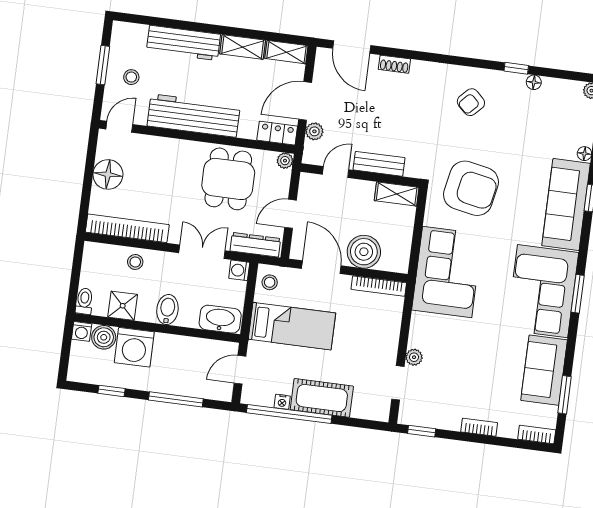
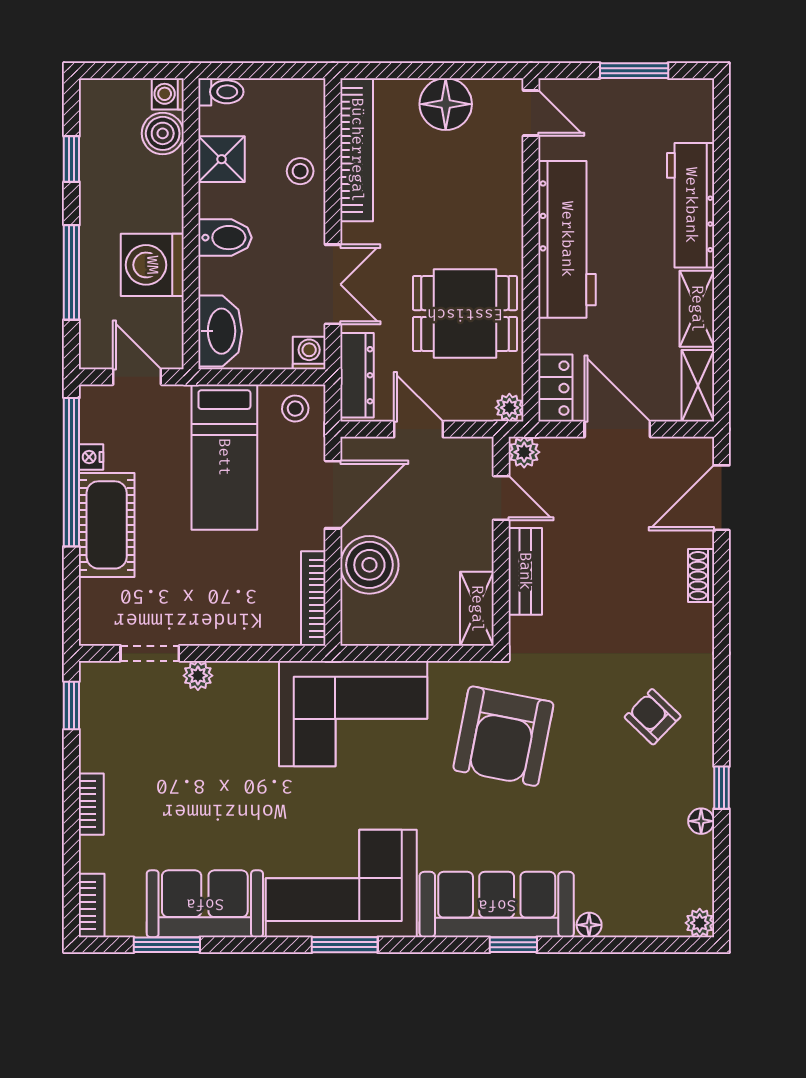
stool: (131, 77) -> (620, 123), removed
plant: (314, 131) -> (524, 452), moved
washing machine: (134, 347) -> (152, 265), moved

